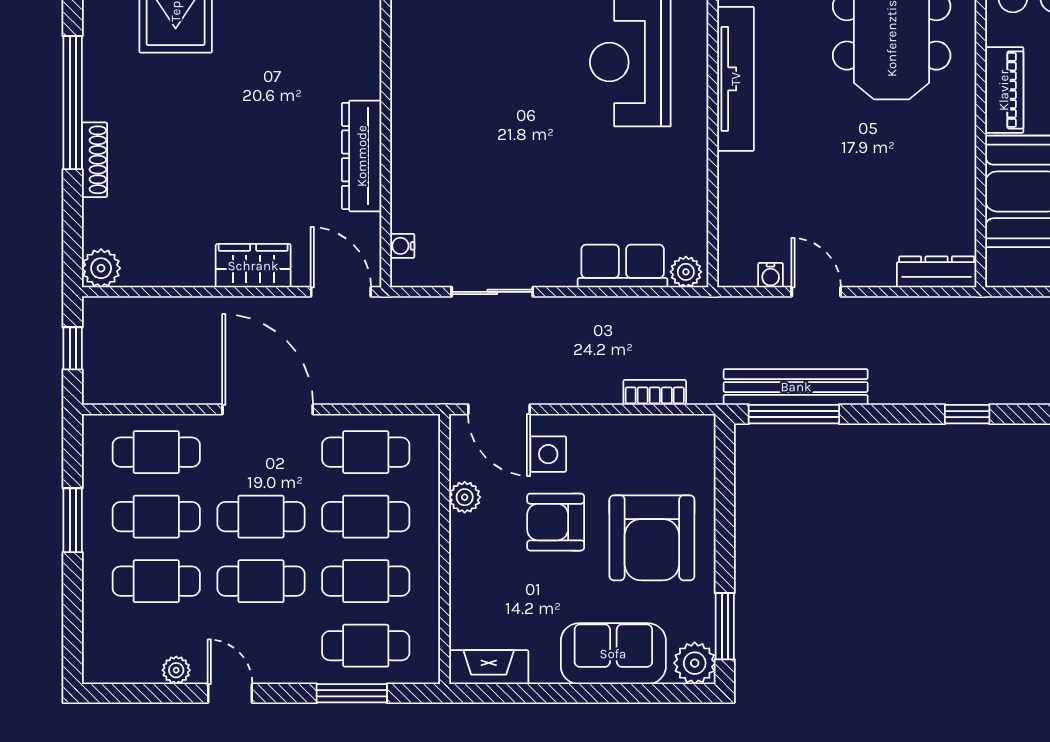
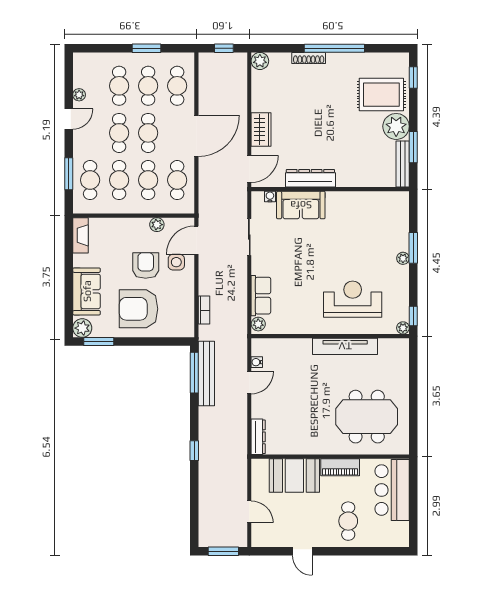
sofa: (421, 177) -> (301, 205), added

